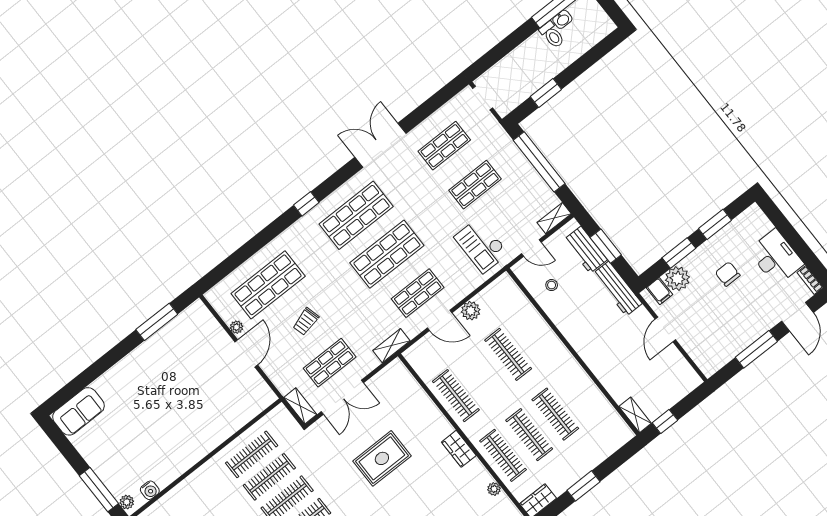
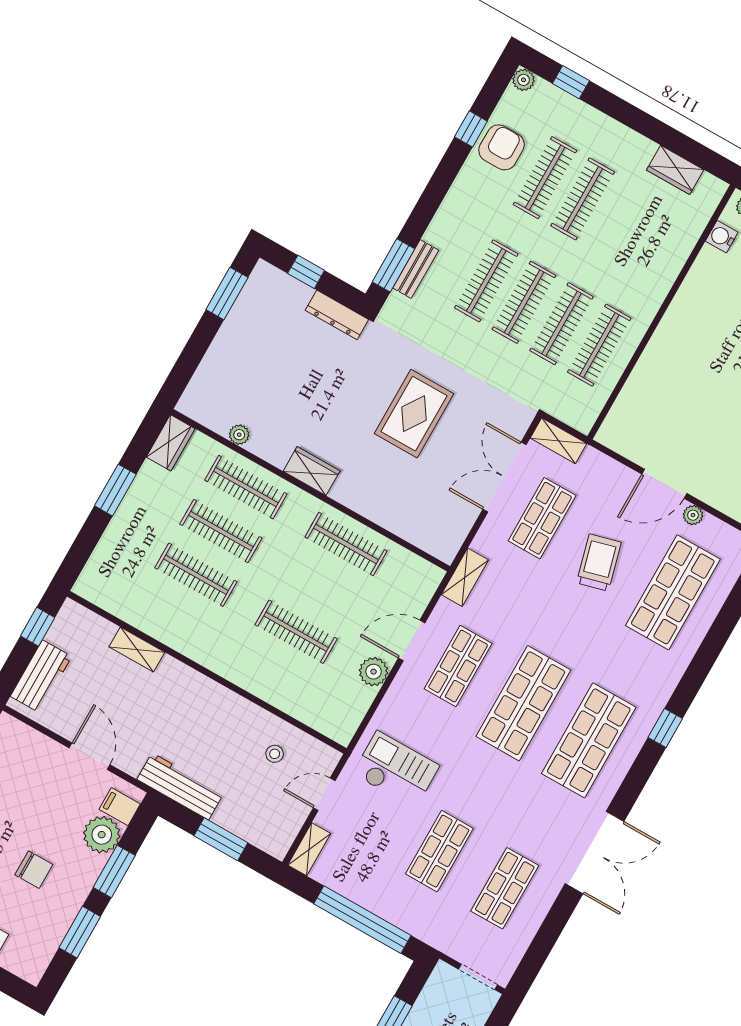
workbench: (586, 250) -> (41, 676), moved, turned 90
trolley: (306, 321) -> (599, 563), width x1.36, depth x1.39
door: (246, 353) -> (664, 484), hinge flipped
shelving: (635, 415) -> (137, 649), moved

